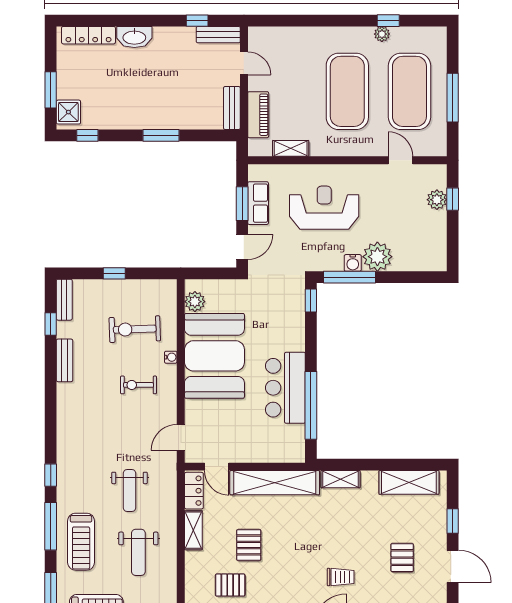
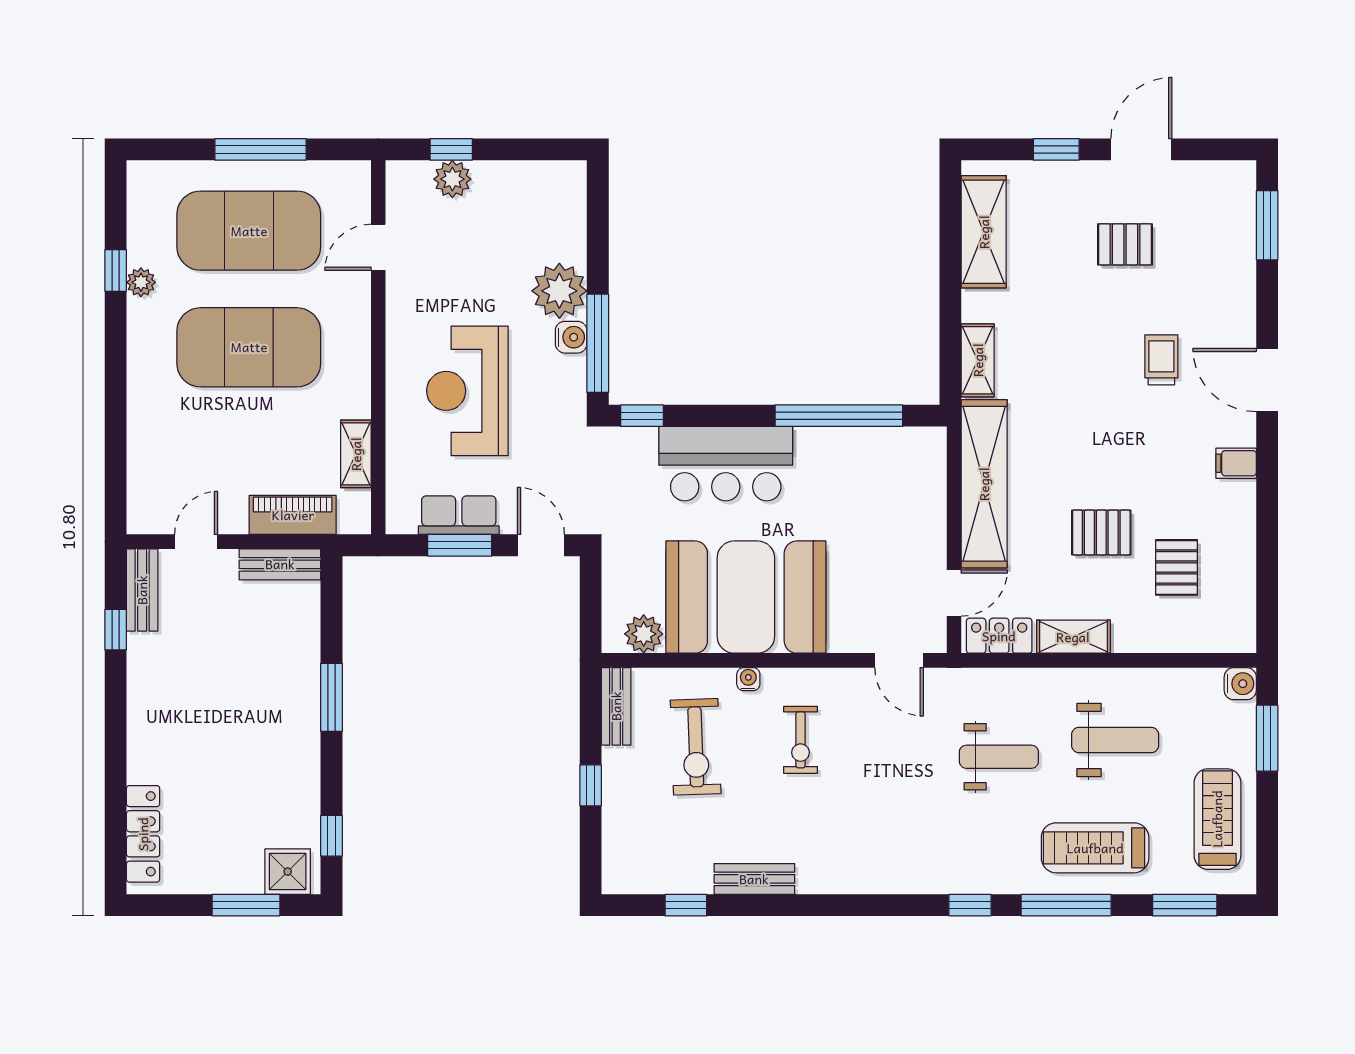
washbasin: (134, 37) -> (147, 748), removed
bench: (64, 300) -> (616, 706), moved, turned 90
bar counter: (285, 388) -> (726, 464), moved
treadmill: (81, 542) -> (1095, 848), turned 180

